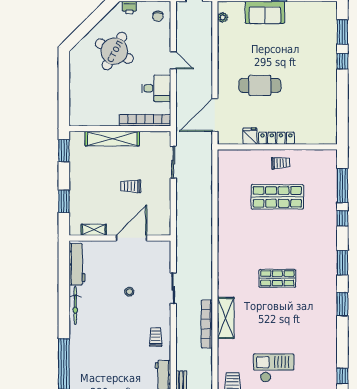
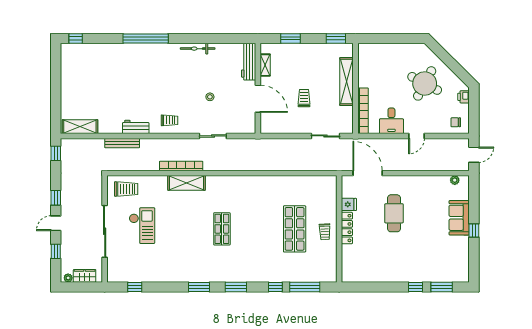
workbench: (77, 264) -> (249, 62), moved, turned 90

